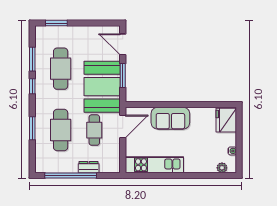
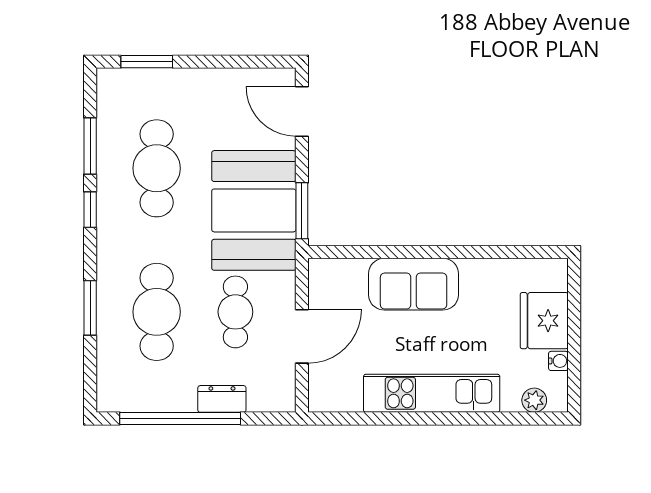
window: (123, 75) -> (302, 211), moved
fridge: (226, 120) -> (544, 321), moved
door: (123, 126) -> (302, 336), moved
kitchen unit: (154, 165) -> (432, 393), moved

